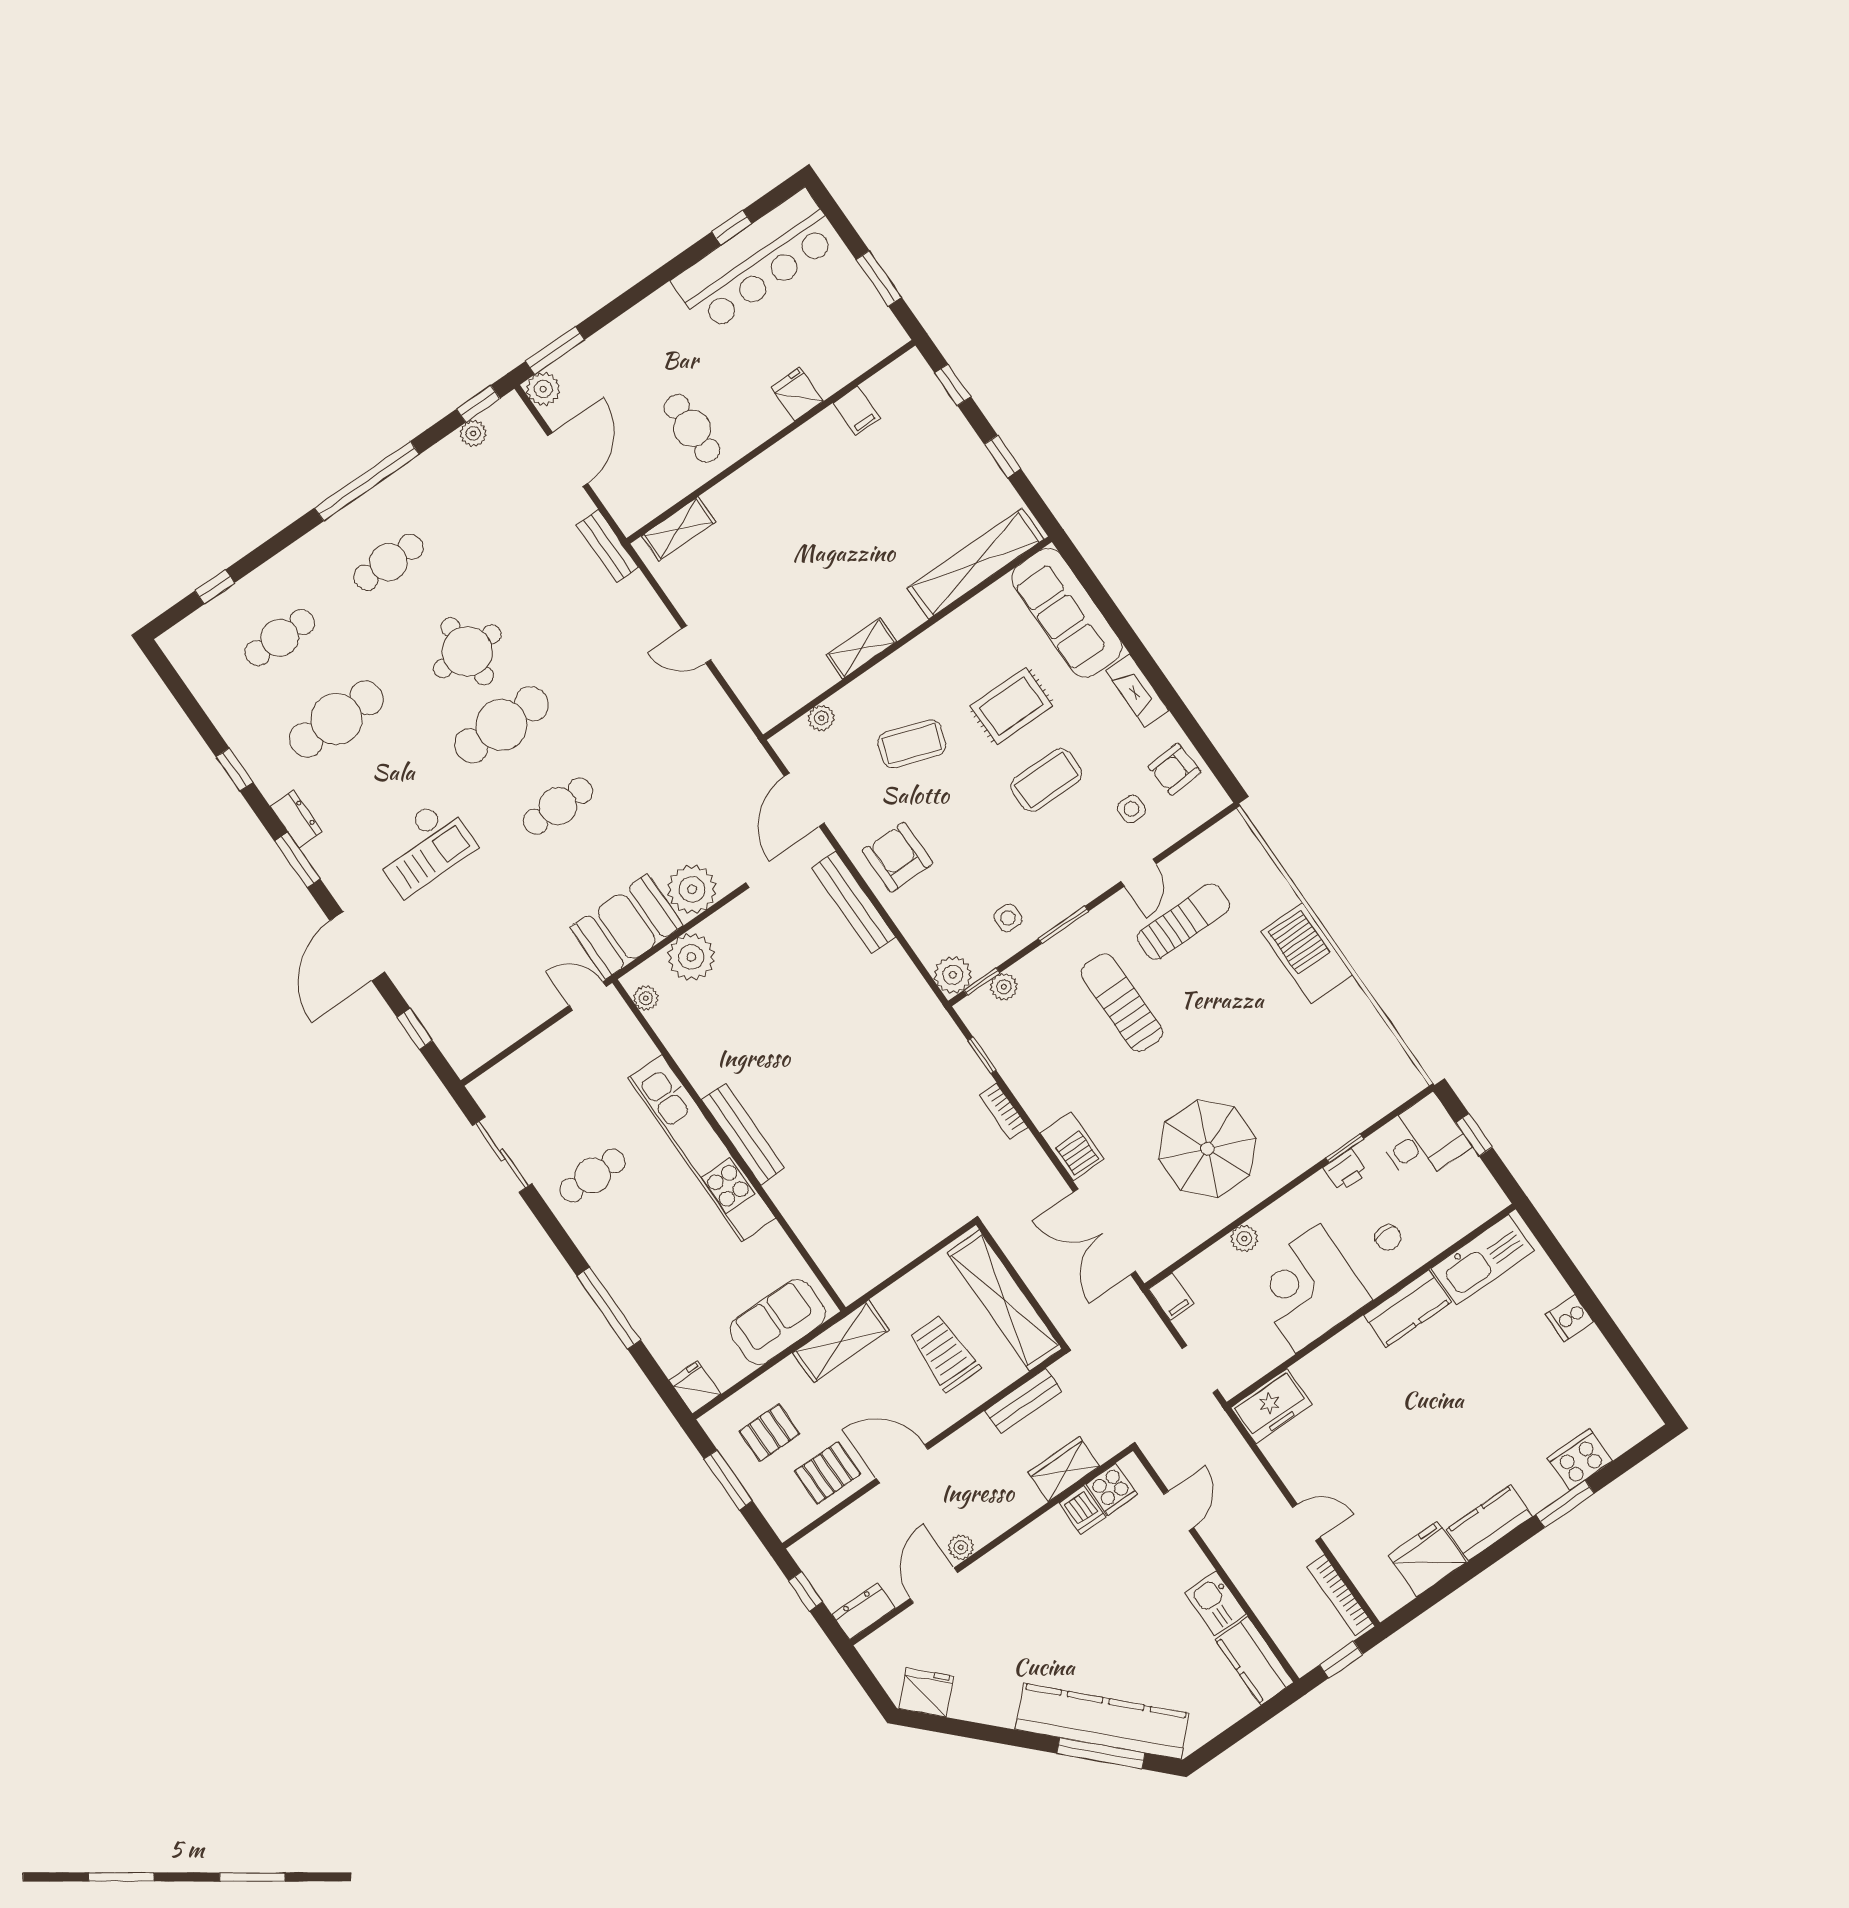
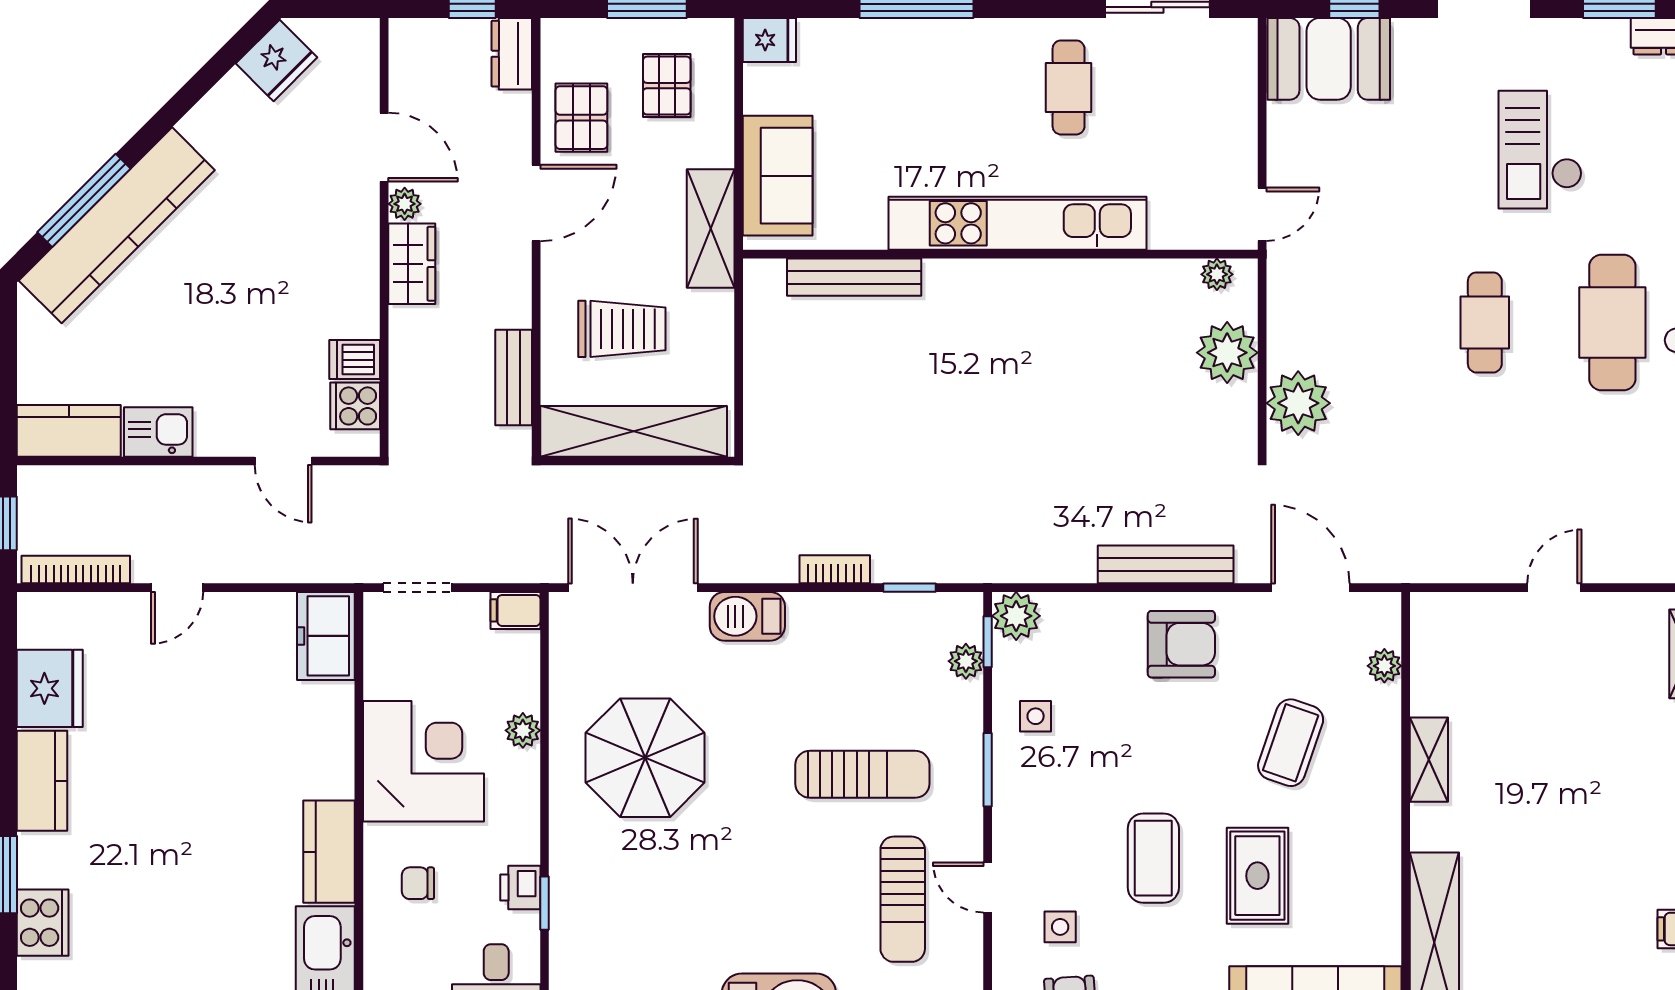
booth: (627, 926) -> (1329, 59), moved, turned 90
bench: (743, 1134) -> (854, 277), moved
wardrobe: (1064, 1469) -> (412, 264), moved
dresser: (863, 1611) -> (512, 54), moved, turned 180

